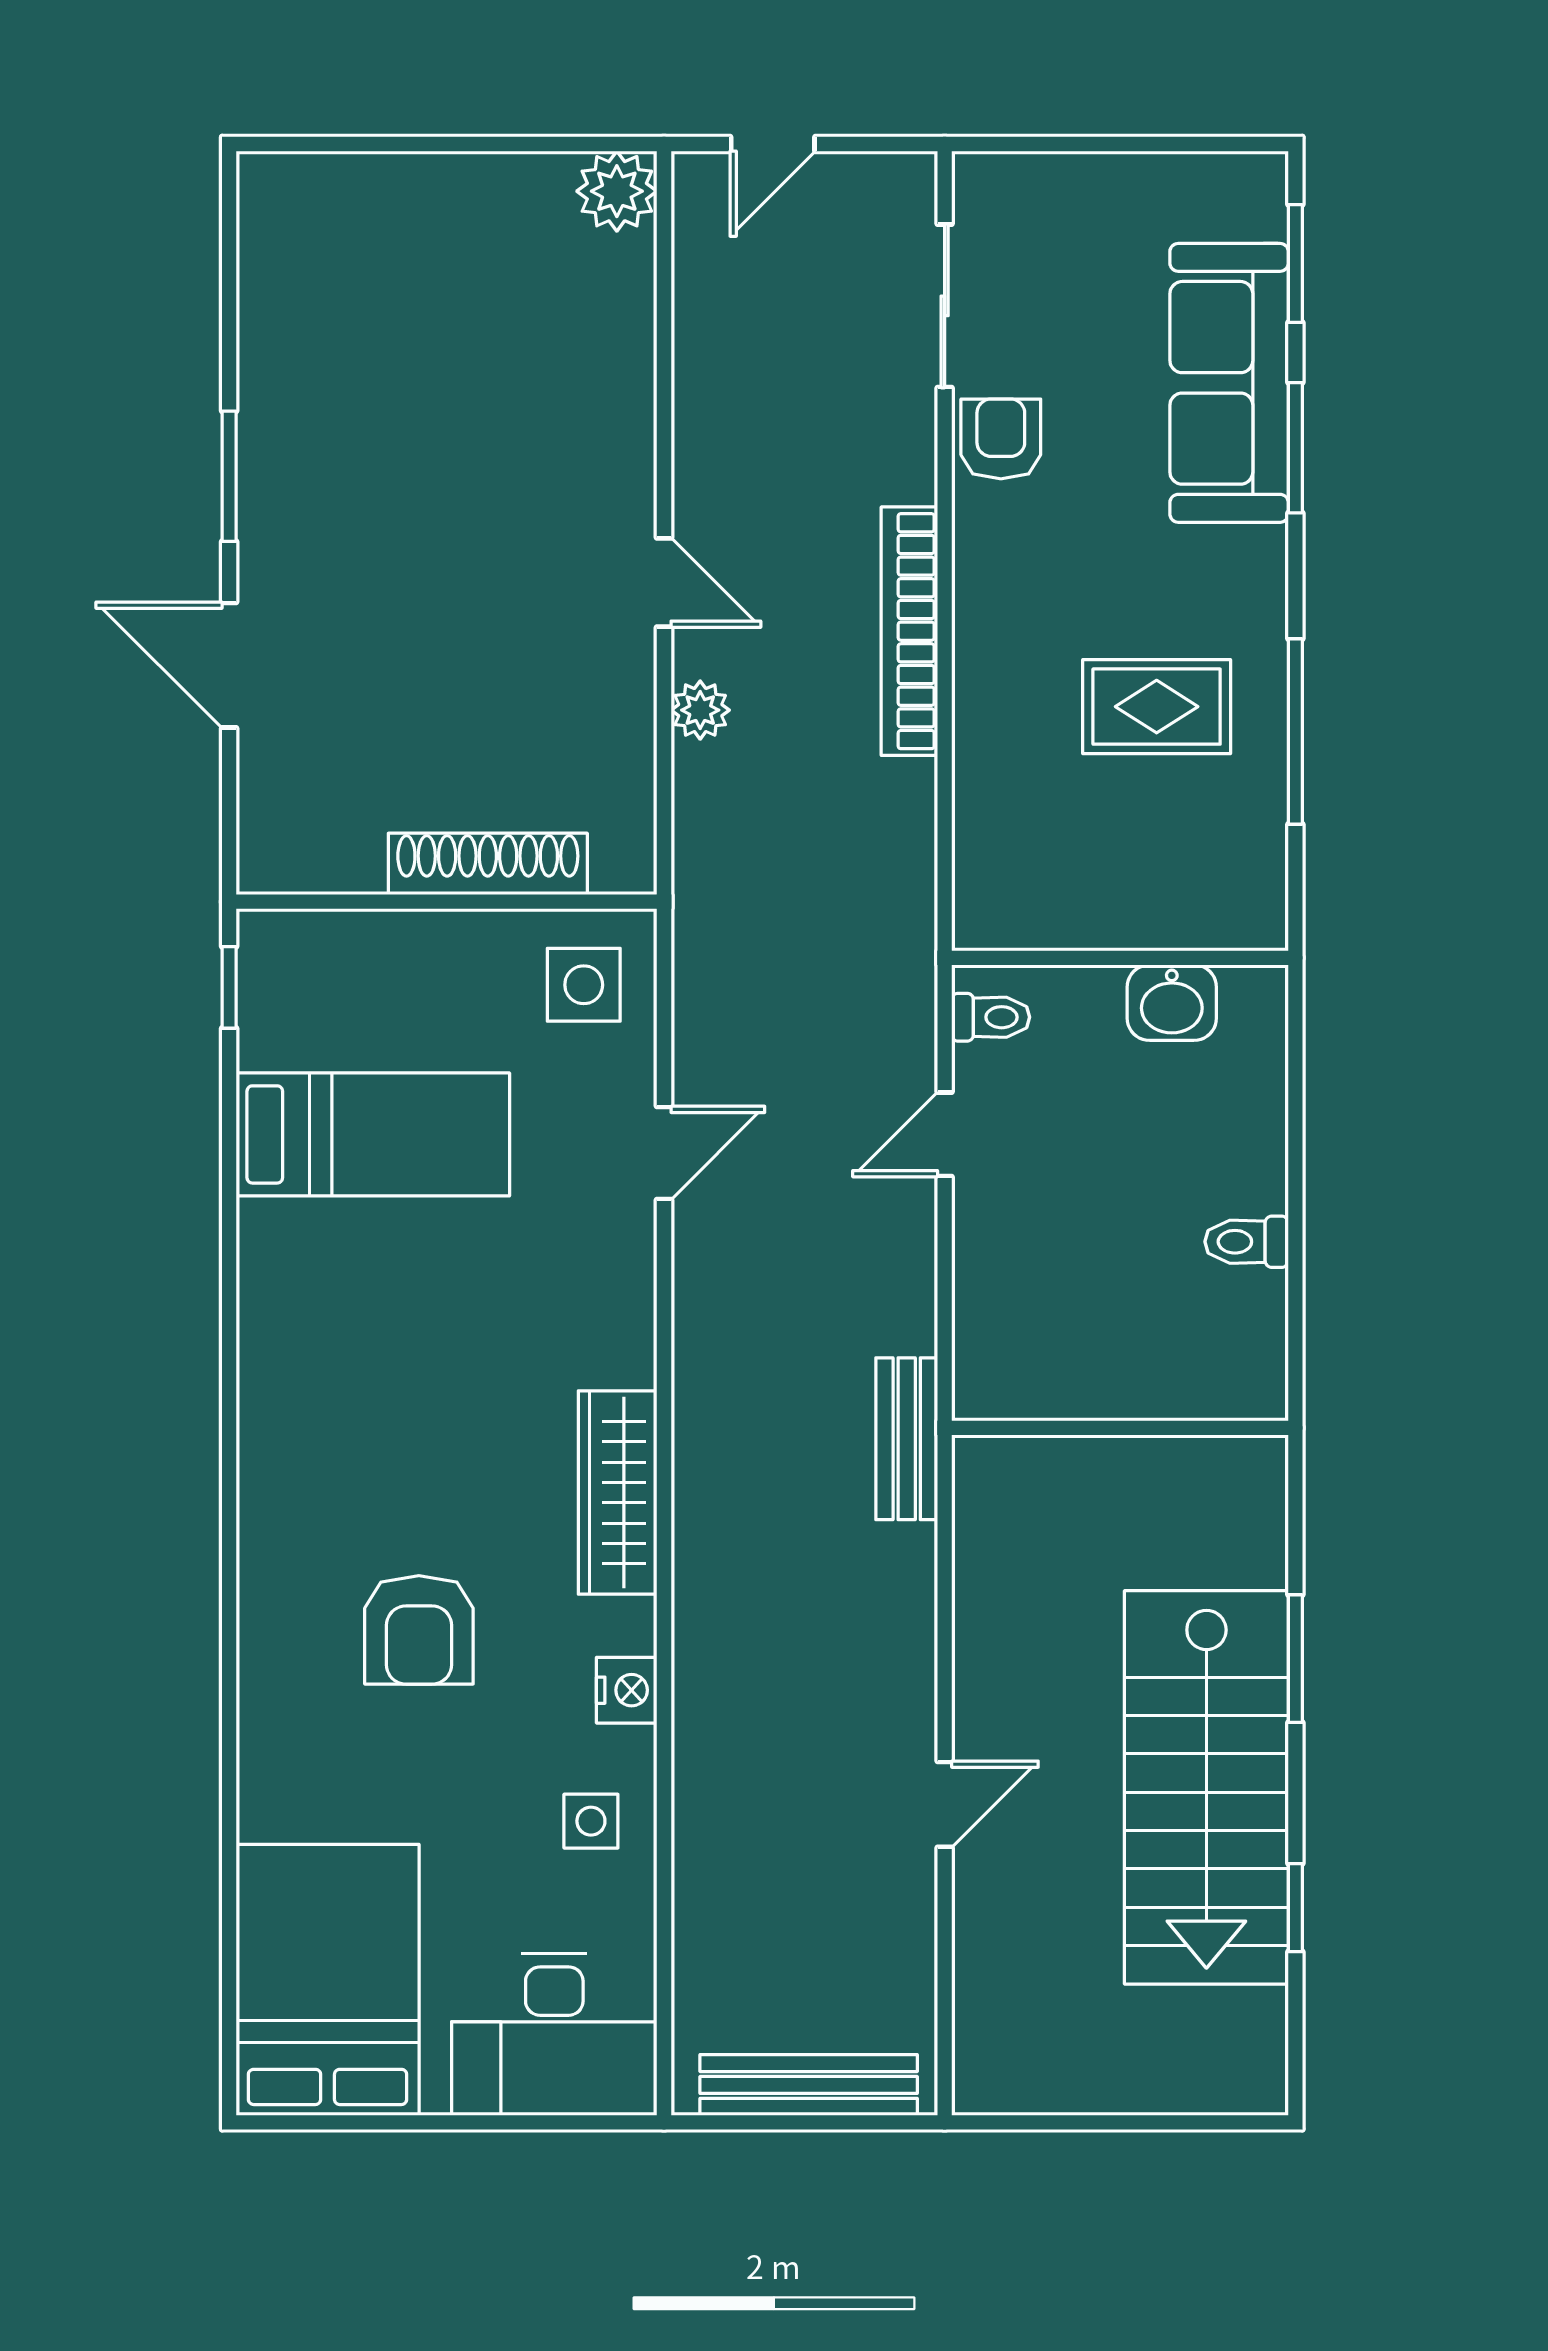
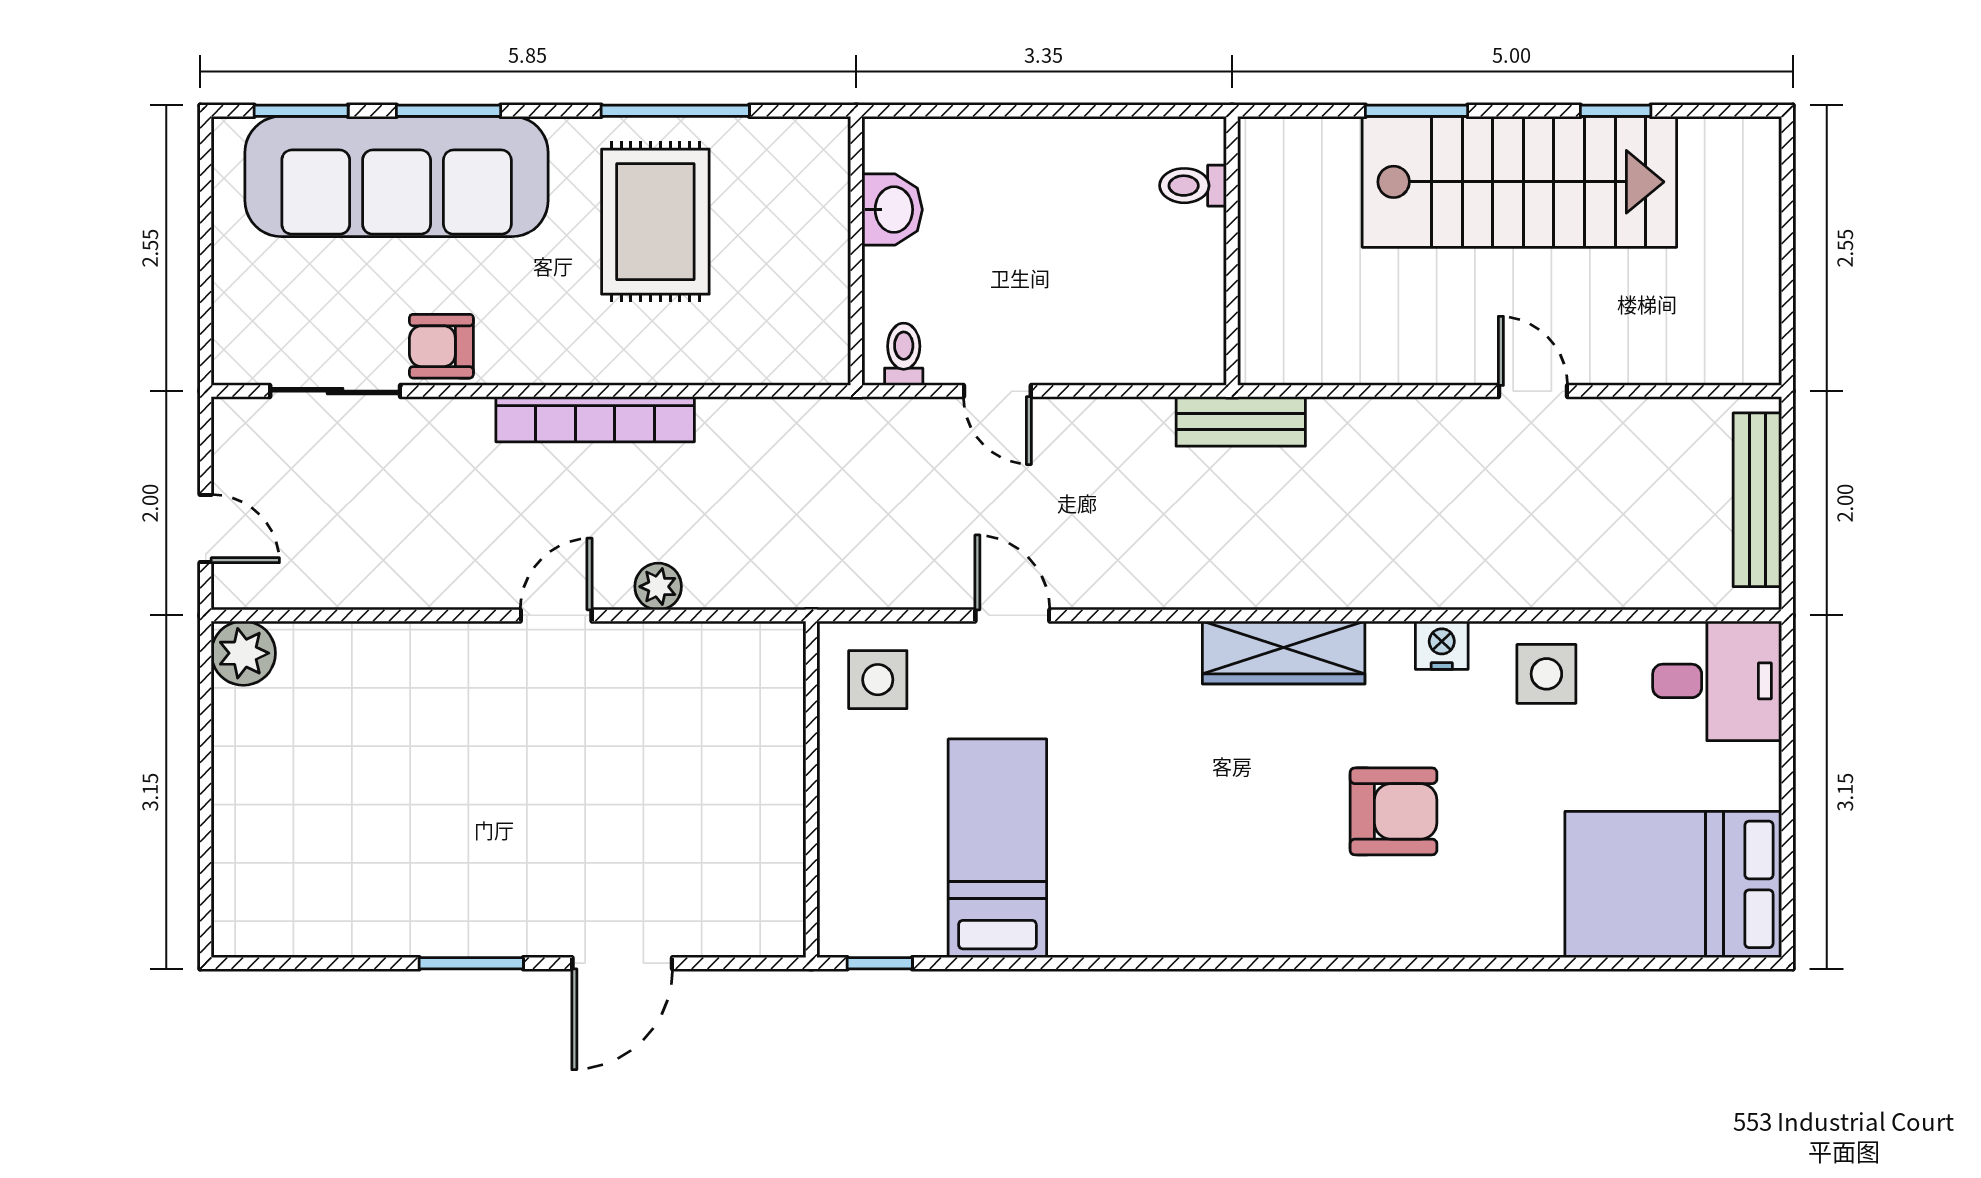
sofa: (1229, 383) -> (397, 176), width x1.36, depth x1.27
rug: (1157, 707) -> (655, 222), width x1.36, depth x1.43
shoe rack: (488, 864) -> (781, 756), removed
toilet: (1247, 1242) -> (1193, 186), moved, turned 90
side table: (591, 1821) -> (1546, 674), width x1.37, depth x1.37
desk: (554, 2035) -> (1717, 681), width x0.73

